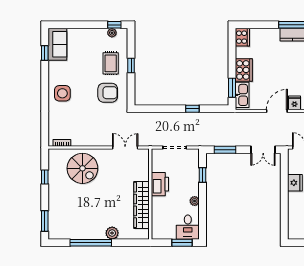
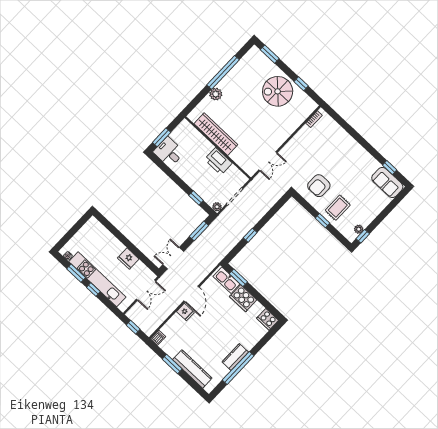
rug: (111, 63) -> (338, 208), turned 90
side table: (62, 93) -> (349, 153), removed
spiral stairs: (82, 168) -> (278, 91), moved
plant: (195, 201) -> (217, 207), moved

